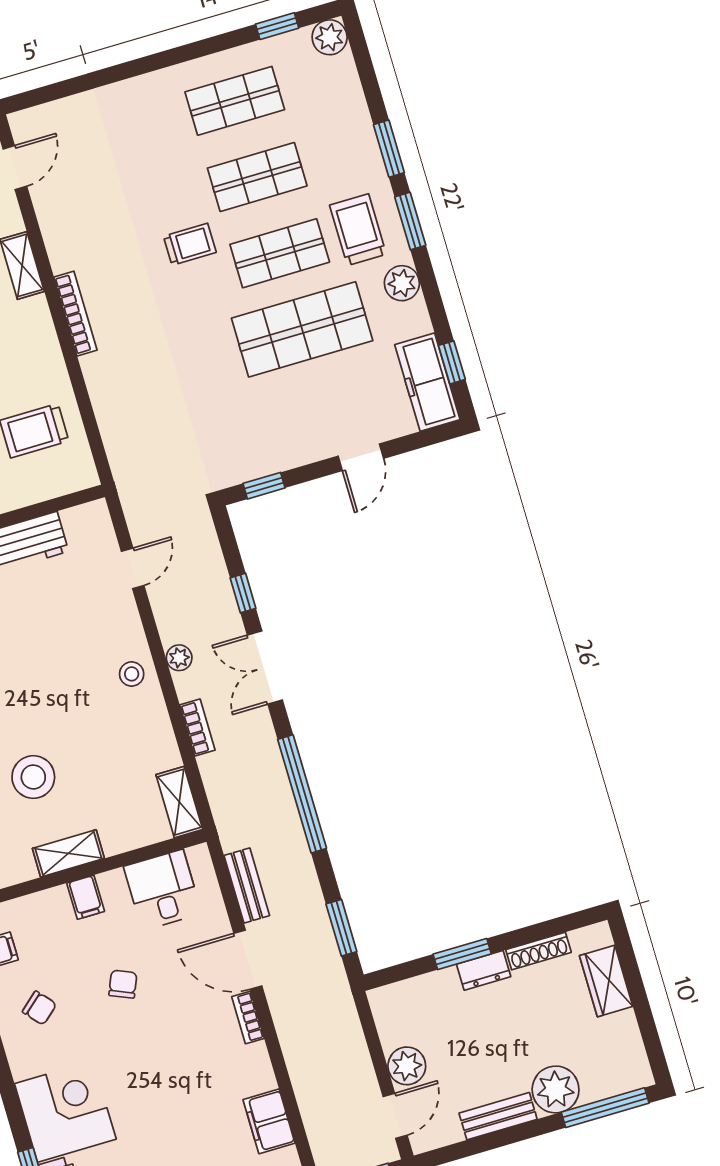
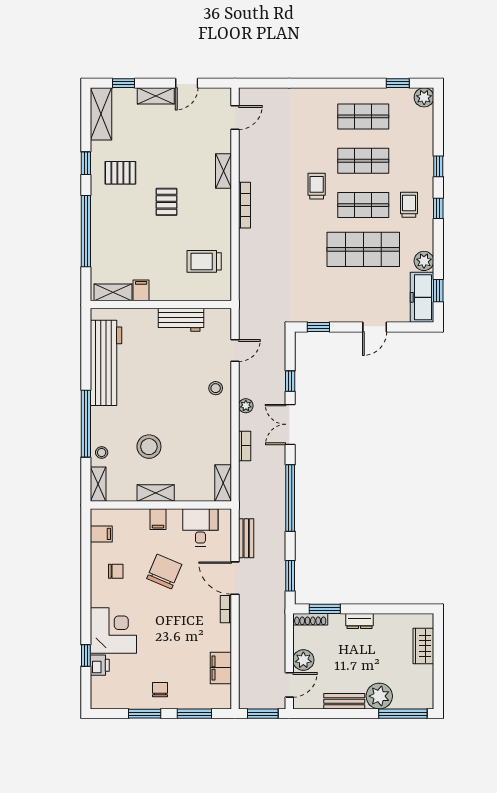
window: (389, 149) -> (438, 166), width x0.67
window: (410, 221) -> (438, 208), width x0.67
trolley: (358, 230) -> (409, 205), width x0.73, depth x0.72
trolley: (190, 244) -> (317, 186), turned -90
plant: (402, 283) -> (424, 261), moved
stool: (132, 674) -> (216, 388), moved
shoe rack: (538, 951) -> (310, 619), moved
window: (462, 954) -> (325, 609), moved
chair: (123, 984) -> (164, 572), width x1.87, depth x1.87
chair: (39, 1008) -> (116, 571), turned -49

